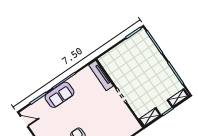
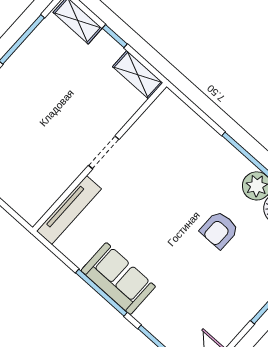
sofa: (60, 95) -> (118, 279), moved

